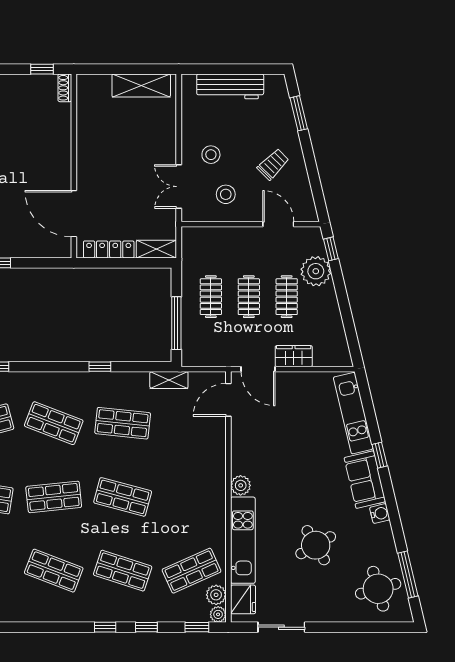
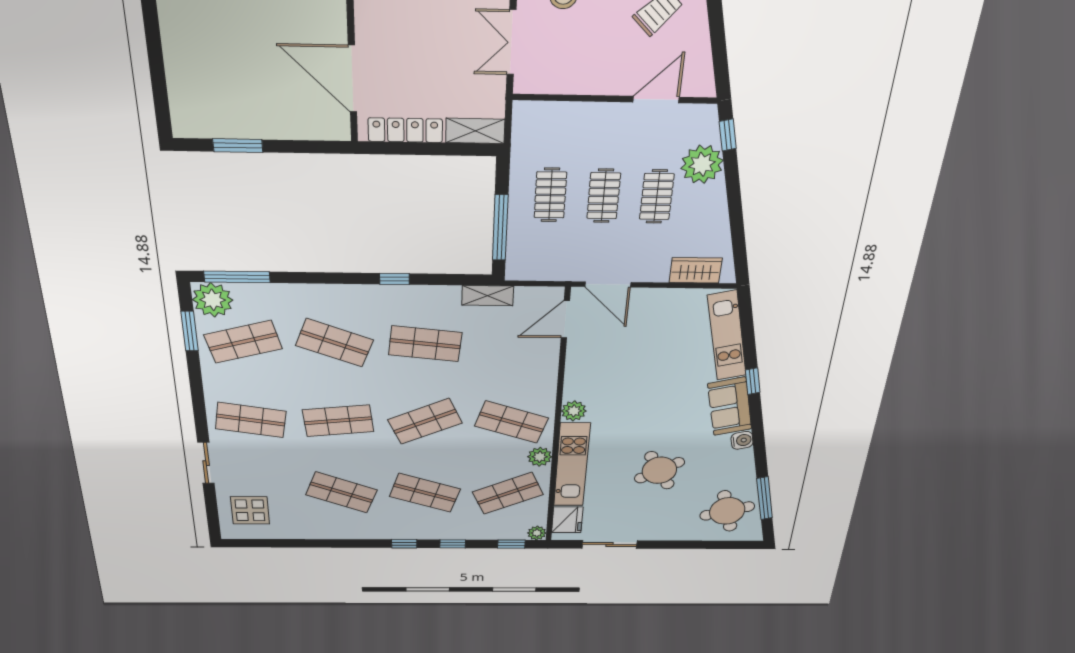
stool: (226, 194) -> (582, 55), removed
door: (278, 224) -> (656, 100), hinge flipped
wardrobe: (294, 356) -> (696, 270), moved
shop shelf: (123, 497) -> (425, 421), turned -39
shop shelf: (192, 497) -> (511, 422), added
plant: (216, 595) -> (540, 457), moved

